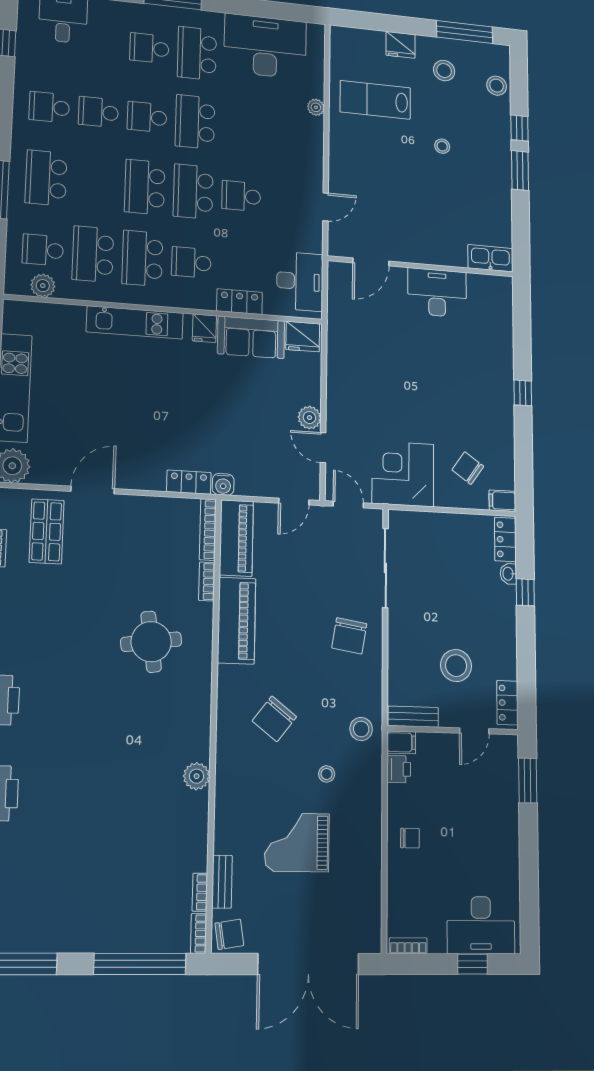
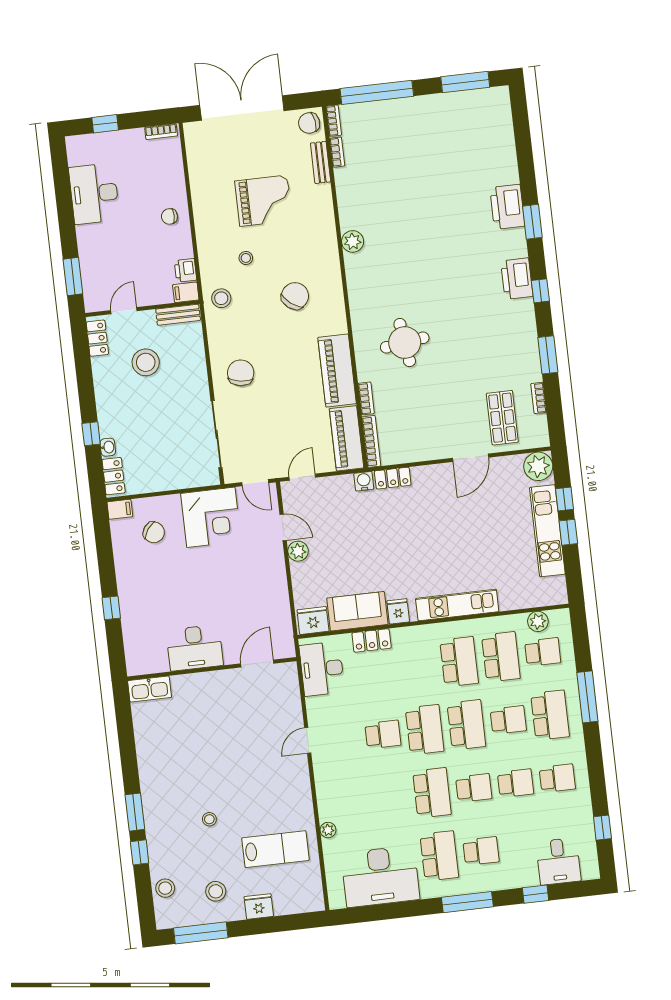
kitchen sink: (490, 258) -> (150, 689), moved
school desk: (191, 262) -> (508, 720), moved
door: (371, 262) -> (257, 664), moved
wall: (421, 266) -> (212, 669), moved
desk: (437, 293) -> (195, 648), moved
desk: (481, 925) -> (94, 194), moved, turned -90

